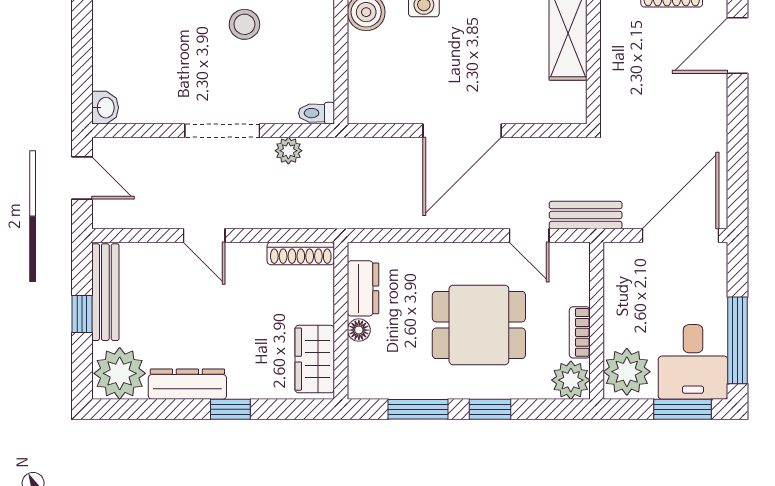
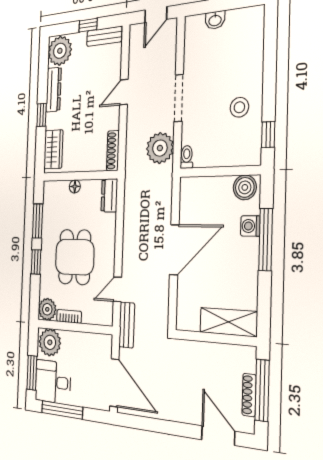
washbasin: (105, 108) -> (215, 20), moved
door: (462, 131) -> (174, 250), swing flipped
plant: (288, 151) -> (160, 148), width x1.88, depth x1.88
dresser: (363, 288) -> (109, 195), moved, turned 90
bench: (105, 292) -> (104, 36), width x0.73
wardrobe: (315, 359) -> (53, 149), moved, turned 90

